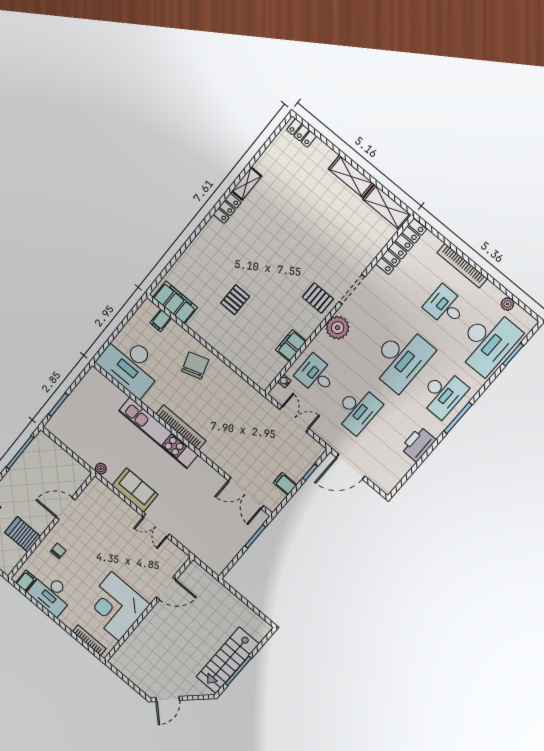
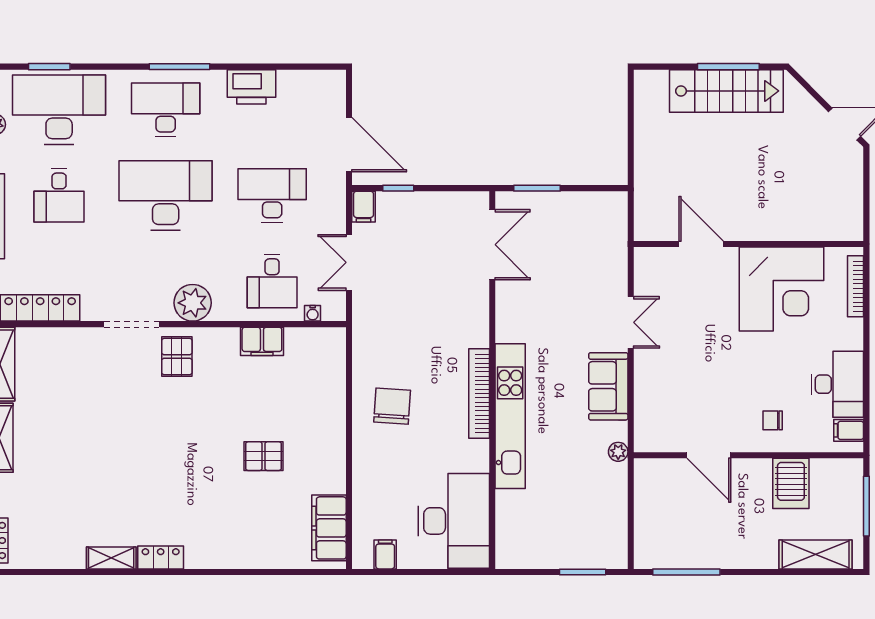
filing cabinet: (161, 320) -> (385, 554), moved, turned -90
chair: (195, 366) -> (392, 406), moved, turned 112
filing cabinet: (285, 484) -> (364, 207), moved

